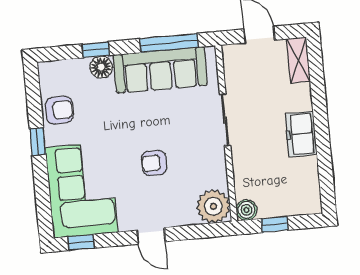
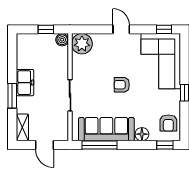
window: (96, 50) -> (165, 145), moved
armchair: (59, 110) -> (168, 123), moved, turned -90
window: (320, 110) -> (12, 96), added
armchair: (154, 163) -> (122, 85), moved, turned 180

